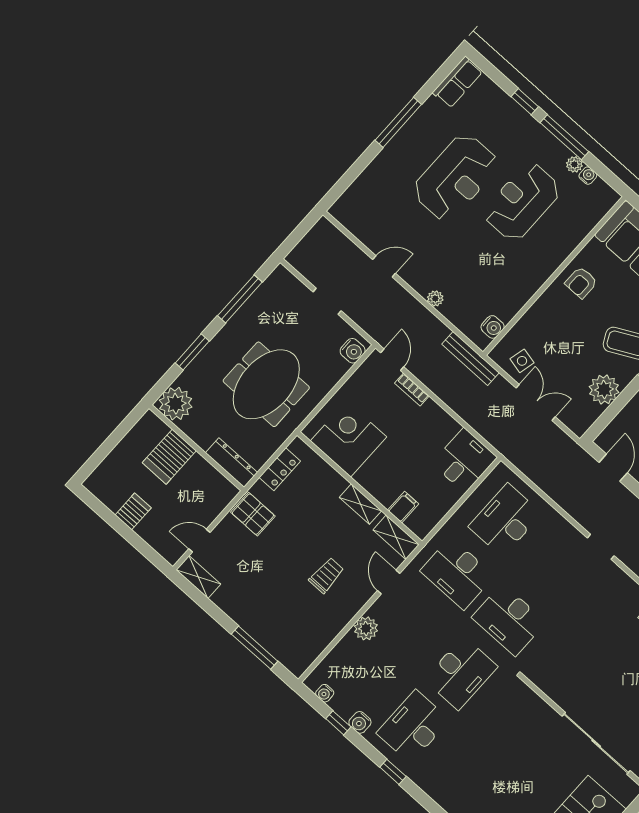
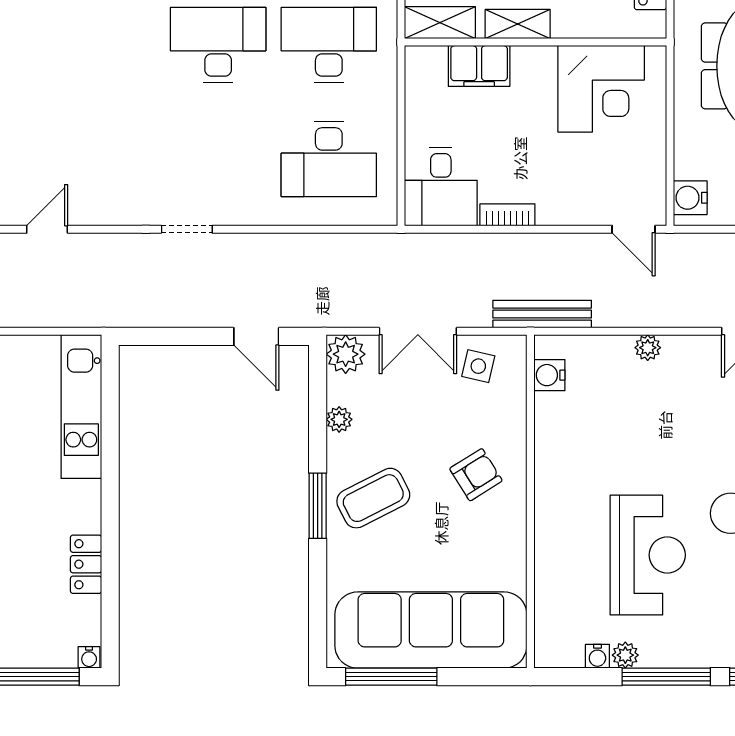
armchair: (581, 283) -> (476, 475), moved, turned 58
plant: (604, 389) -> (339, 419), width x0.53, depth x0.53
bookcase: (412, 390) -> (507, 215), moved
plant: (579, 422) -> (346, 354), added
filing cabinet: (403, 507) -> (479, 66), width x2.00
desk: (505, 520) -> (329, 159), turned 90

